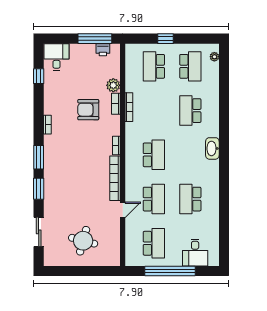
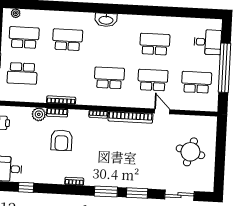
school desk: (190, 111) -> (68, 40), turned 180
school desk: (190, 199) -> (155, 44), turned 180

